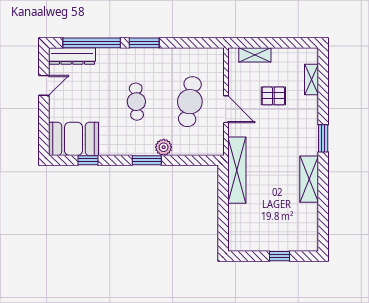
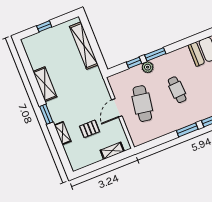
shelving: (312, 80) -> (63, 133), moved
door: (226, 109) -> (117, 108), hinge flipped
window: (88, 160) -> (134, 63), moved
shelving: (237, 170) -> (84, 46), moved

